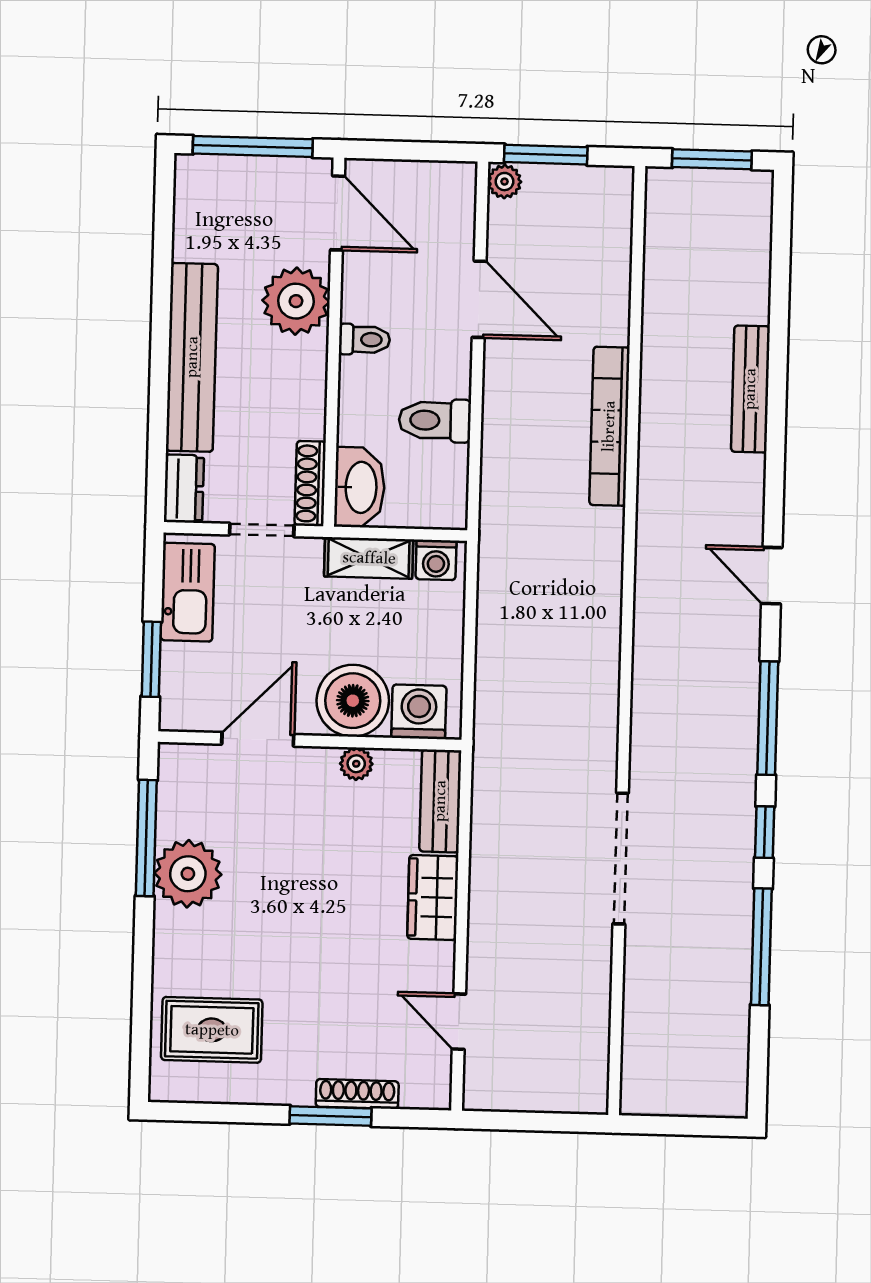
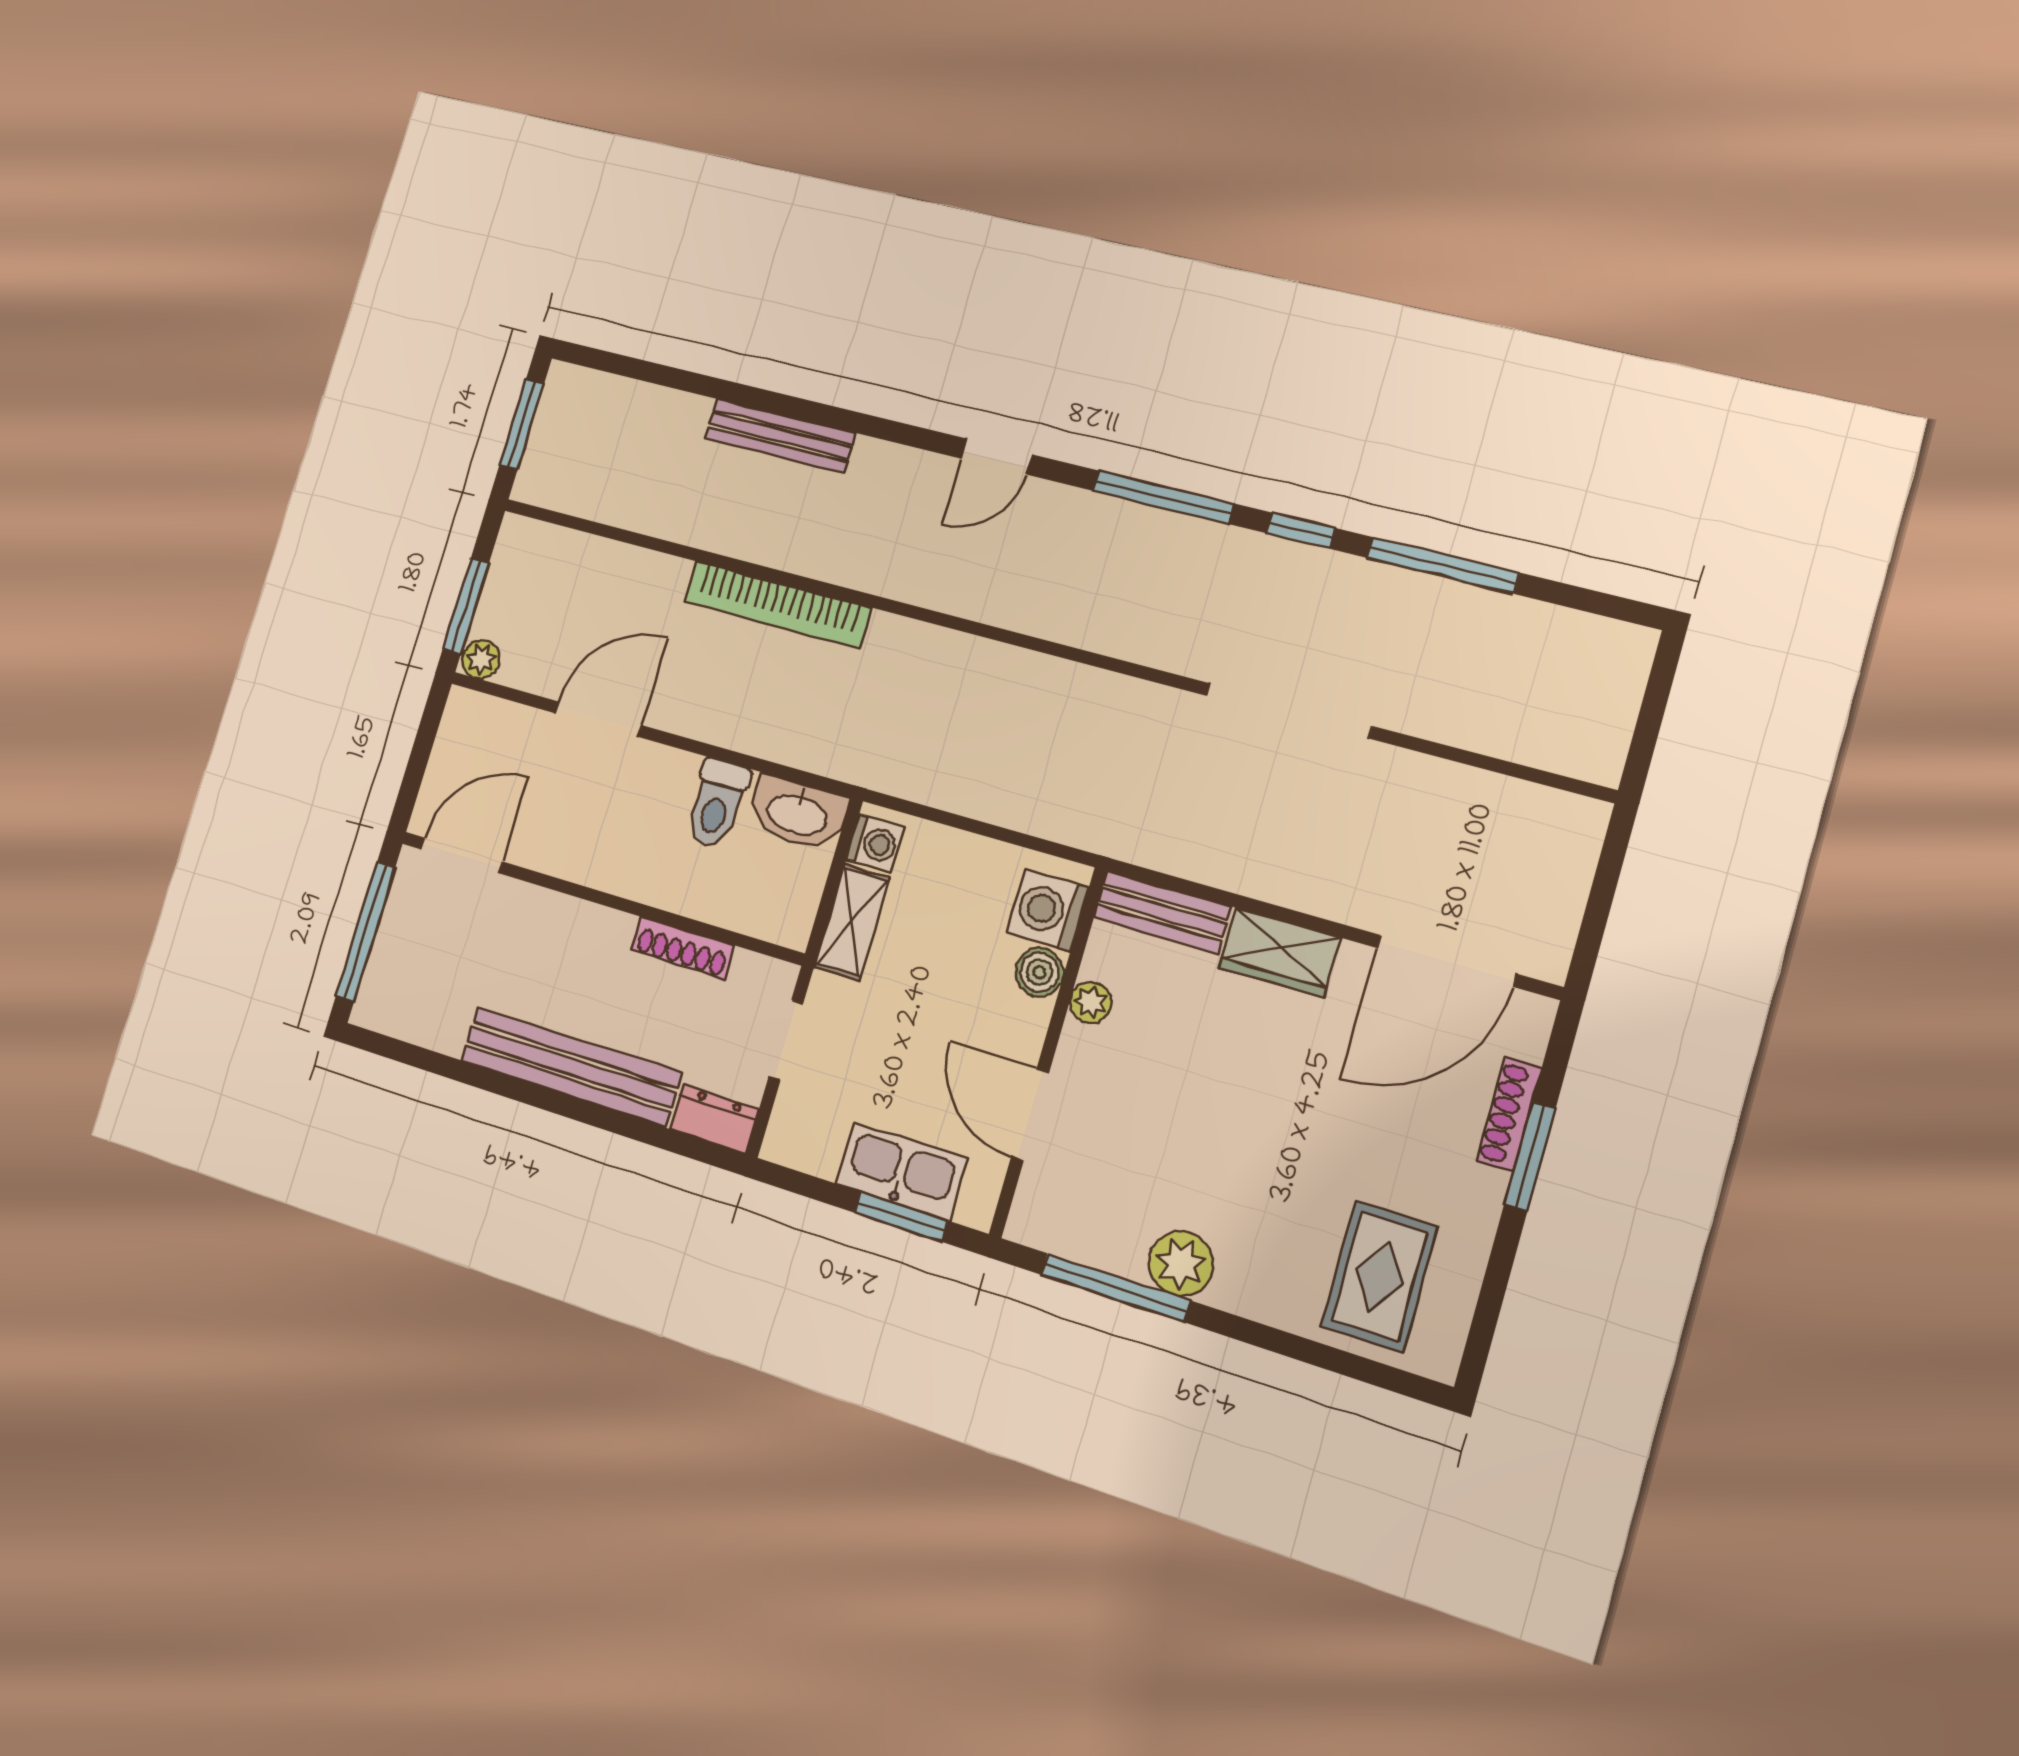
plant: (296, 301) -> (543, 929), removed
toilet: (364, 339) -> (606, 862), removed
shoe rack: (310, 484) -> (683, 948), moved
washbasin: (360, 487) -> (797, 813), moved, turned 180
kitchen sink: (188, 592) -> (901, 1171), moved
boiler: (353, 701) -> (1039, 972), width x0.54, depth x0.54
plant: (188, 874) -> (1181, 1264), width x0.73, depth x0.73
door: (459, 1022) -> (1446, 961), width x1.88

